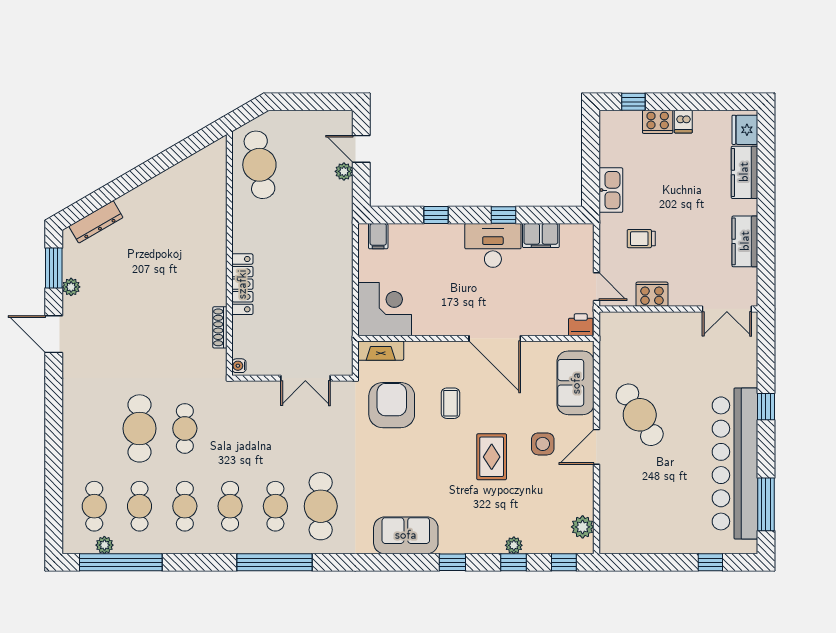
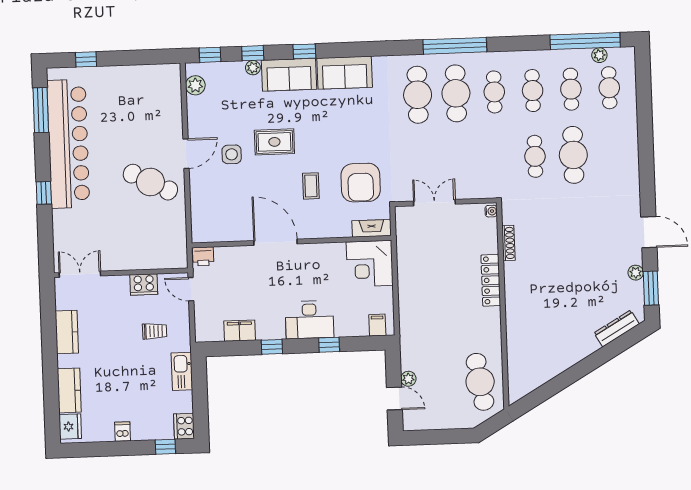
cooker: (658, 122) -> (184, 426), moved, turned -90
desk: (493, 245) -> (309, 320), moved
sofa: (576, 383) -> (289, 75), moved, turned 90
cafe table: (640, 415) -> (150, 182), turned -32
rug: (492, 457) -> (274, 142), turned 90
cafe table: (275, 506) -> (456, 93), width x1.37, depth x1.35

